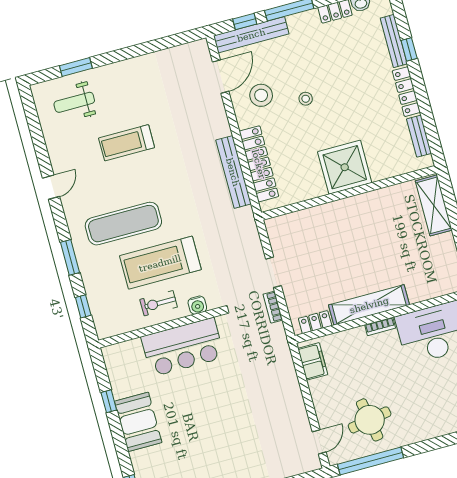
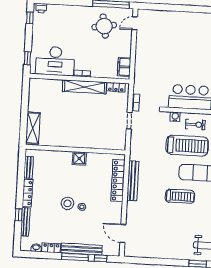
bench: (251, 35) -> (82, 249), moved
door: (221, 77) -> (123, 233), hinge flipped
stool: (261, 95) -> (68, 203), moved
treadmill: (127, 143) -> (180, 196), moved
shower: (345, 167) -> (79, 158), width x0.54, depth x0.54

